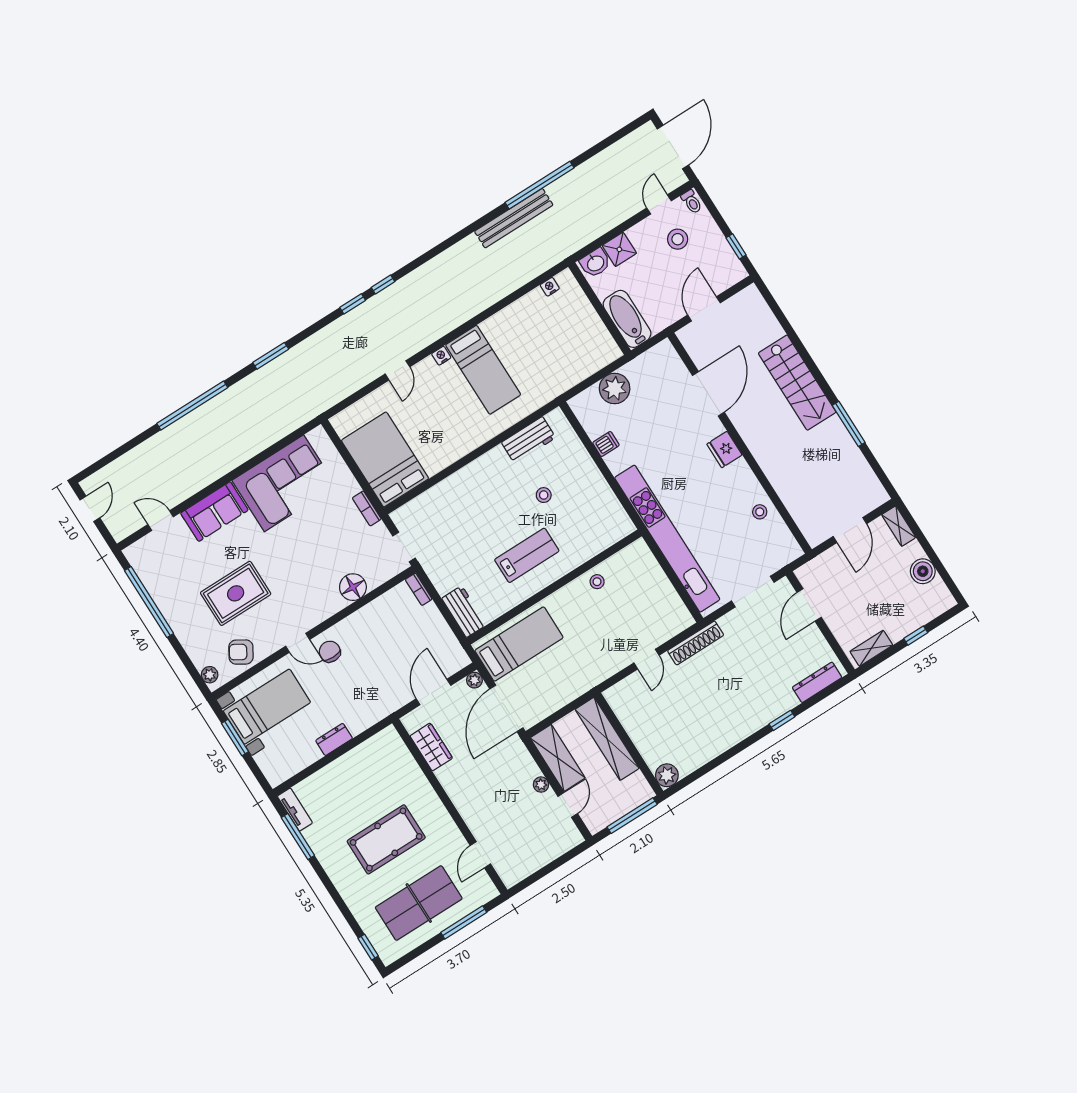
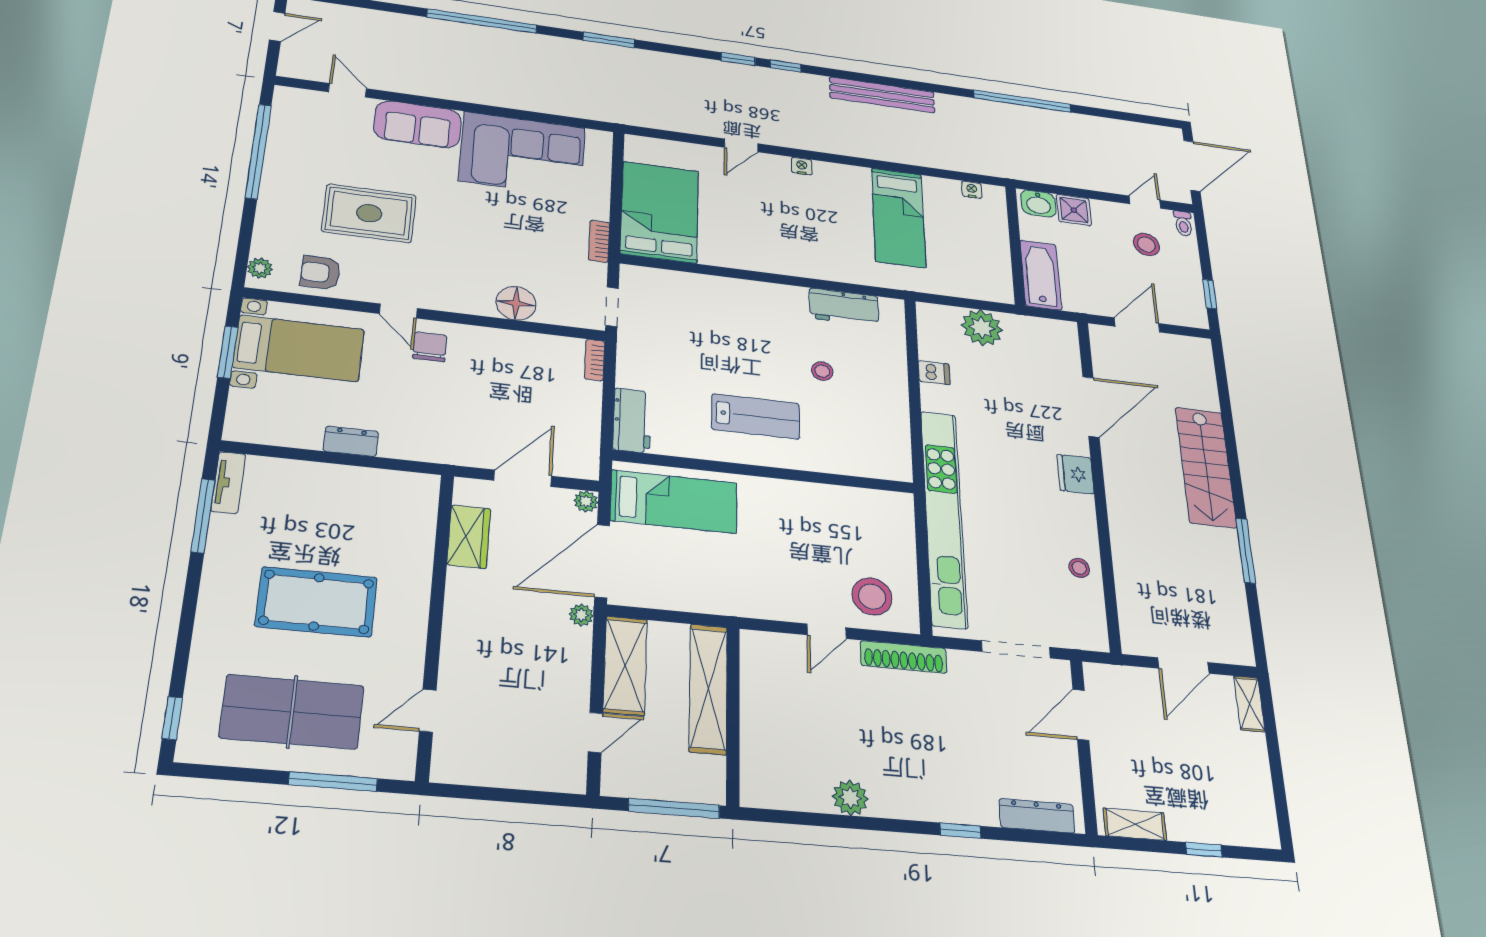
bench: (514, 218) -> (882, 95), moved
bed: (483, 370) -> (899, 218), moved
boiler: (923, 571) -> (1254, 778), removed
stool: (597, 582) -> (872, 596), moved, width x1.89, depth x1.89
armchair: (241, 652) -> (320, 273), turned -31
plant: (667, 775) -> (850, 798), moved
plant: (541, 785) -> (581, 615), moved

